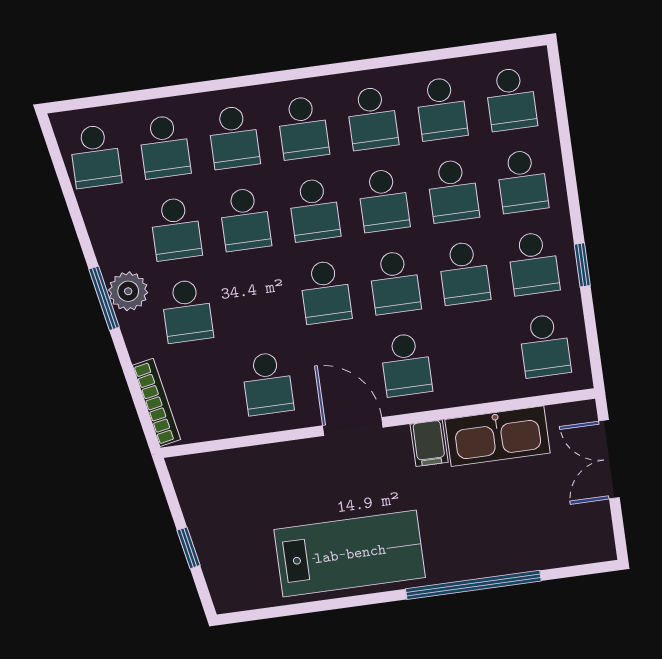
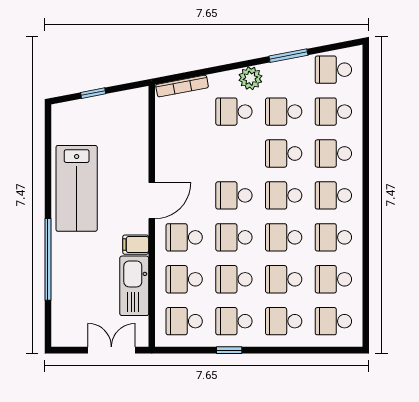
window: (104, 298) -> (288, 56), moved
school desk: (268, 384) -> (184, 279), moved

